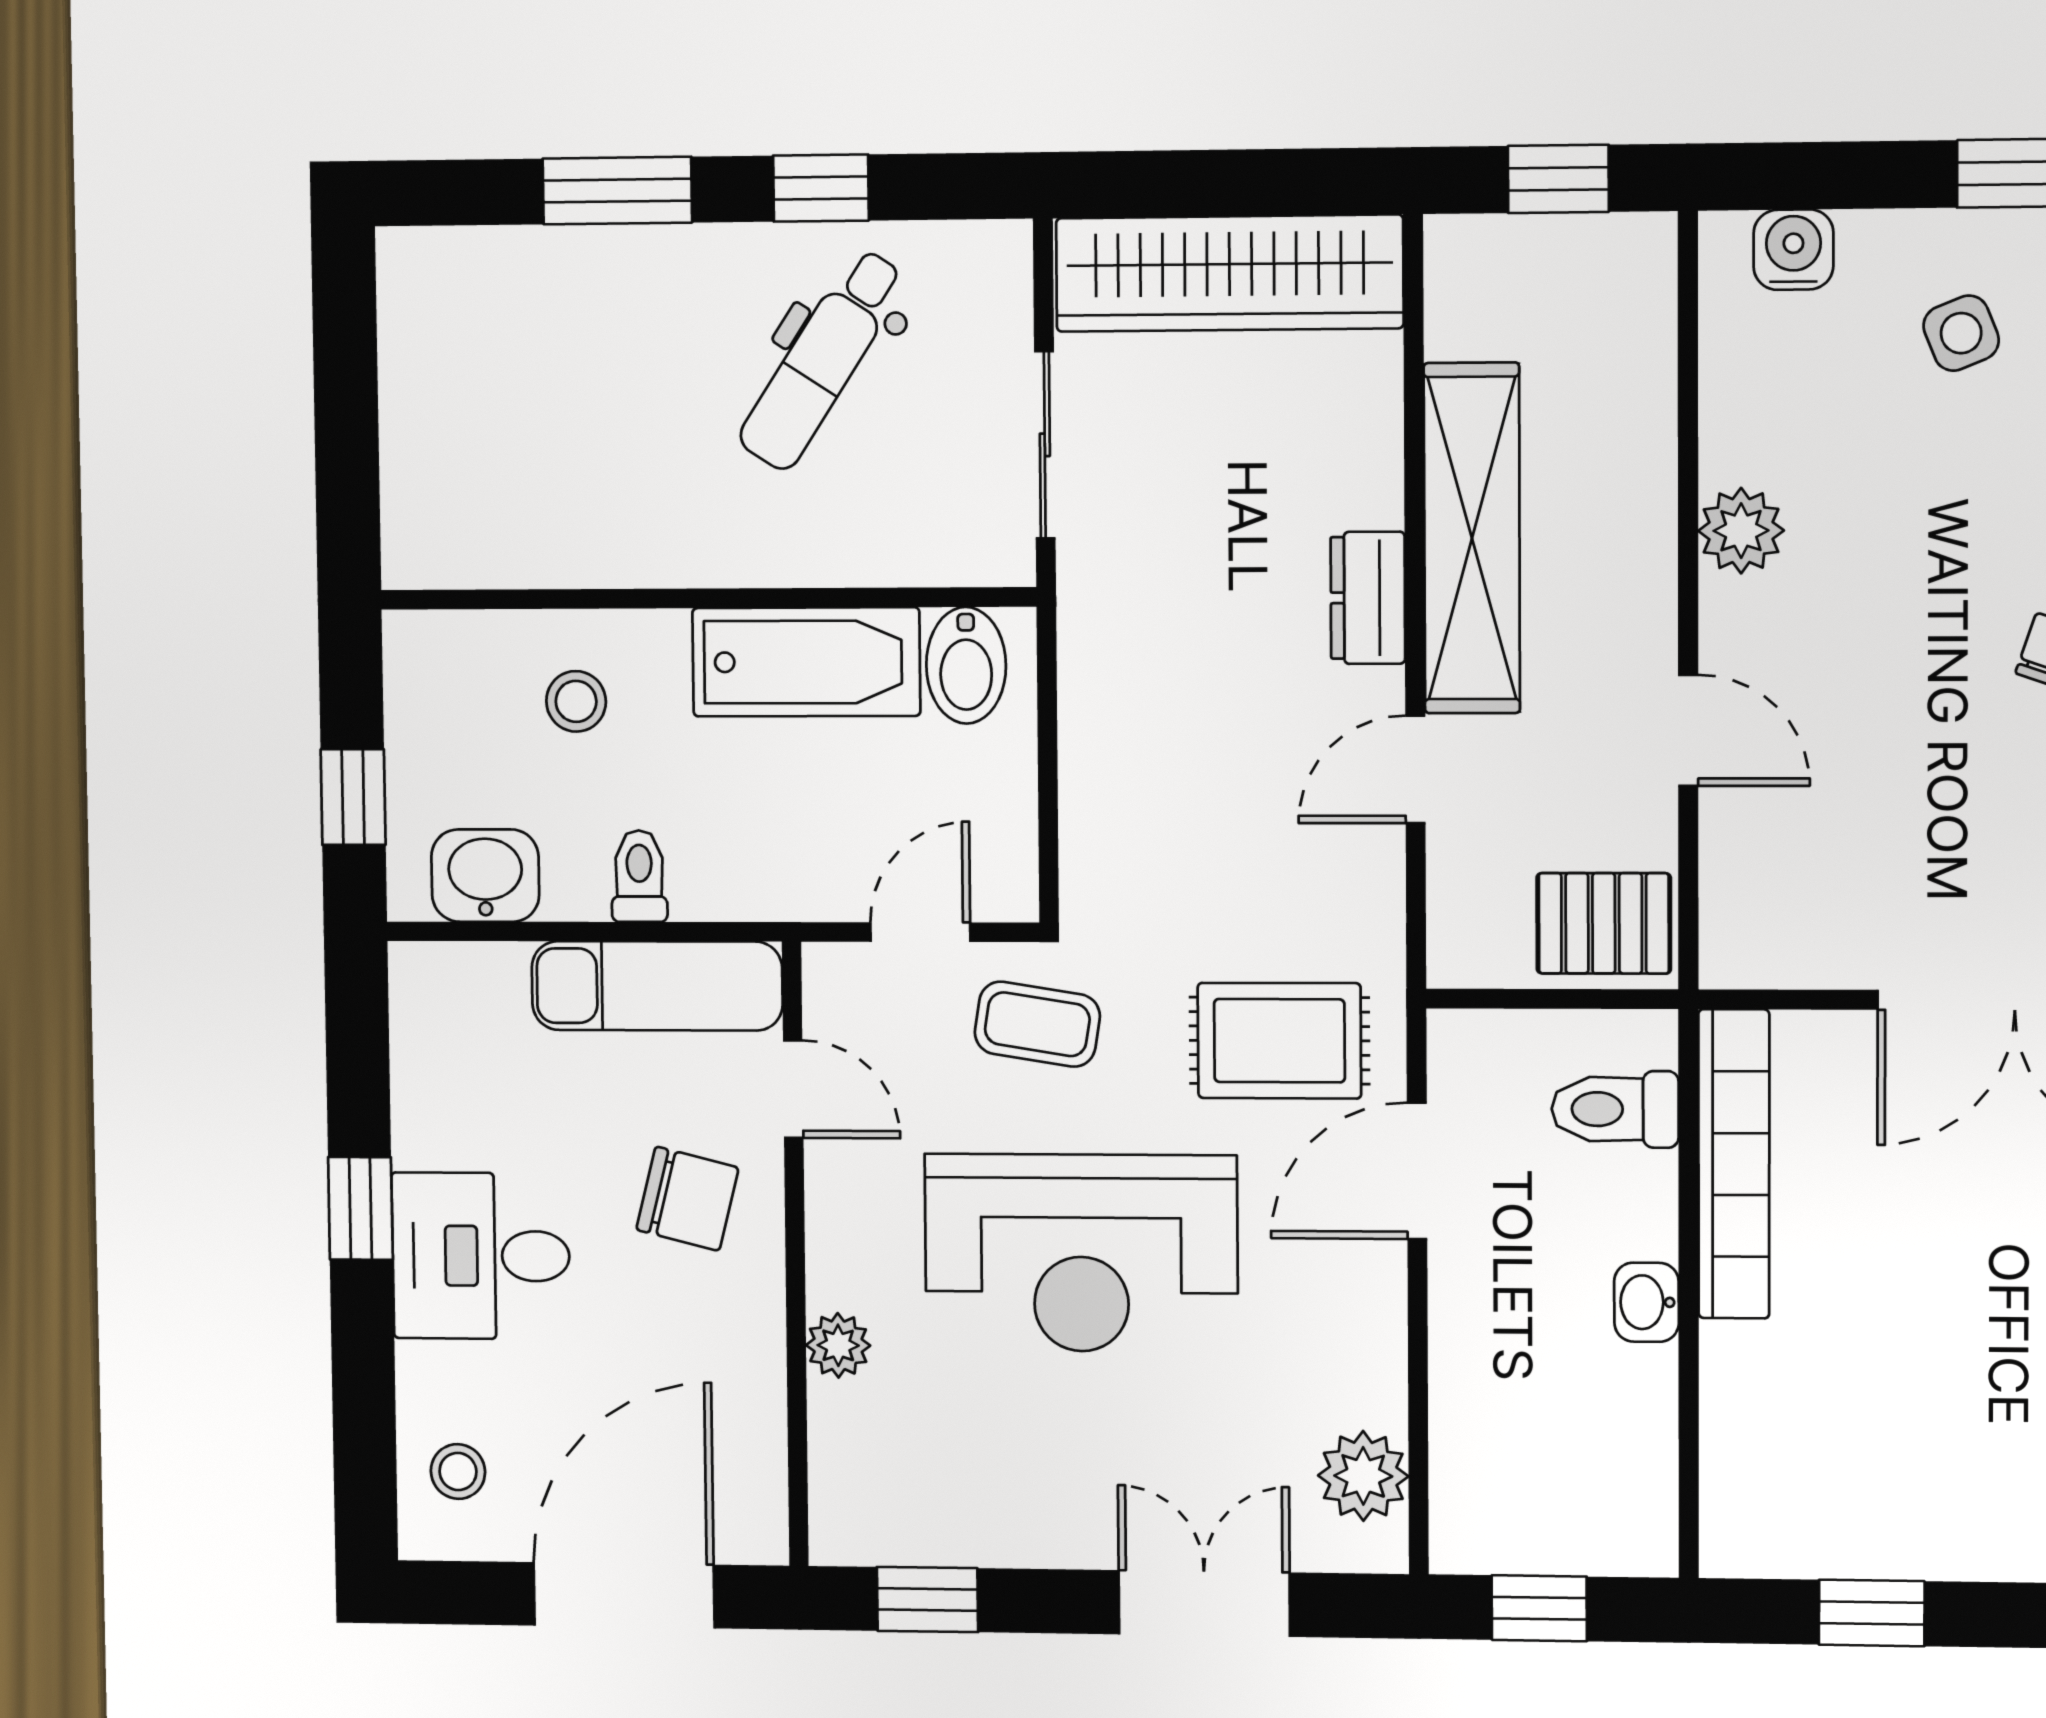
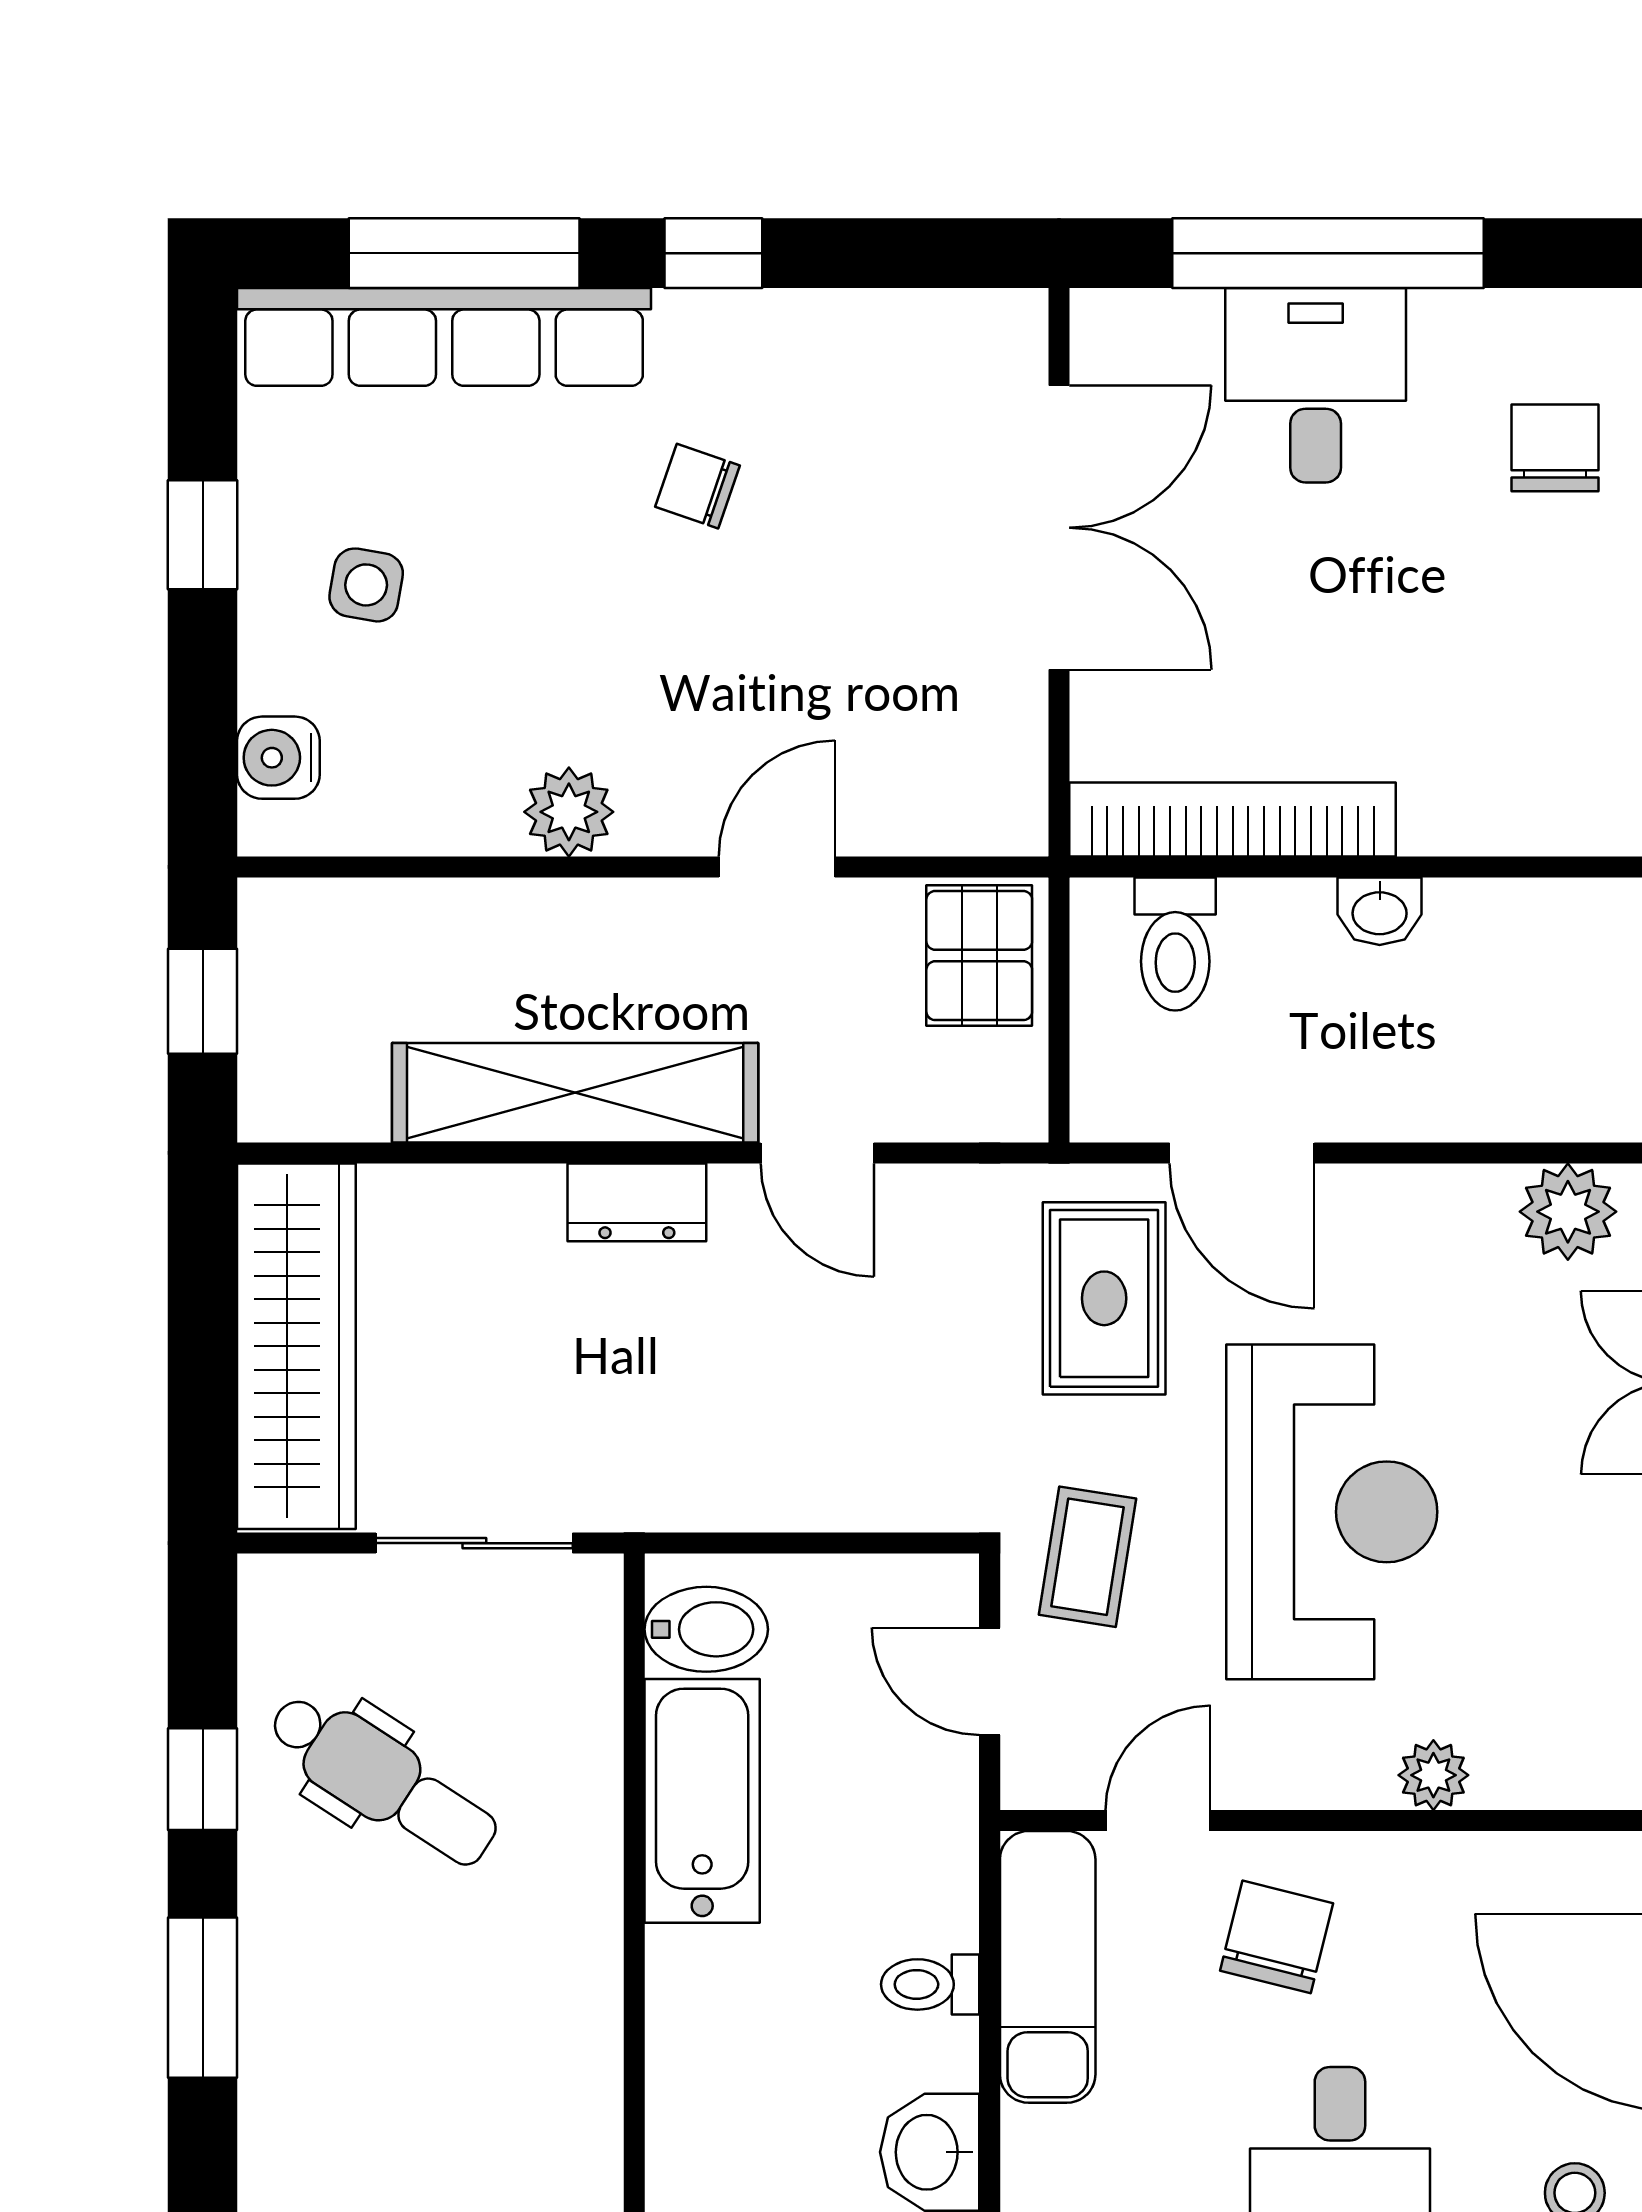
side table: (1961, 333) -> (366, 585), turned 32
stool: (576, 701) -> (743, 2050), removed

